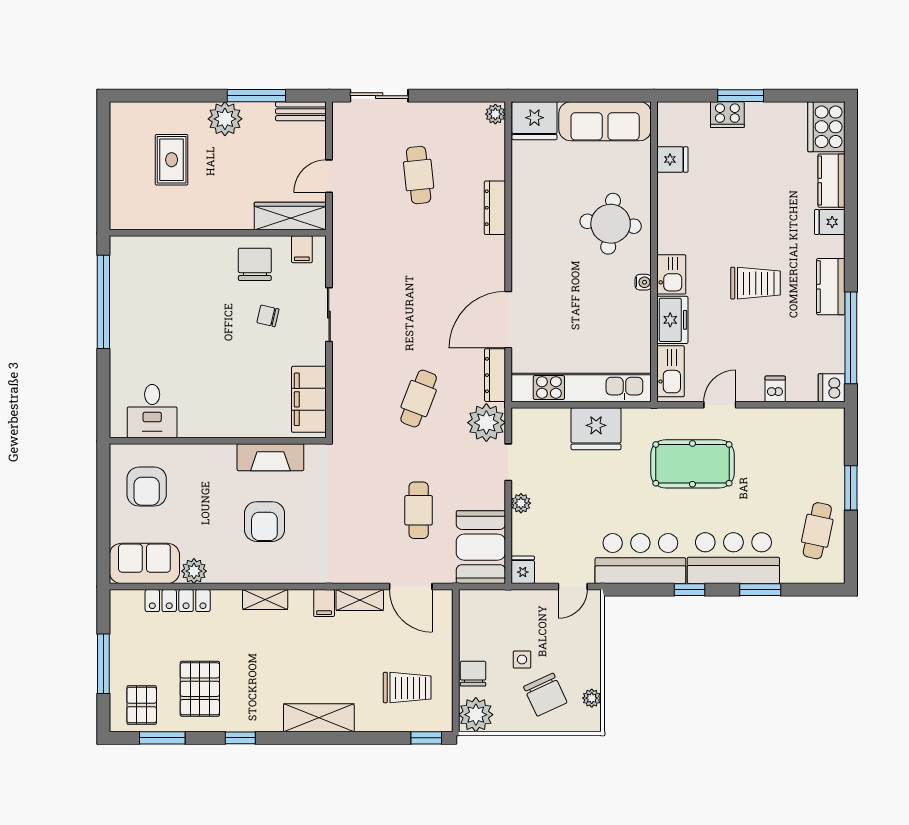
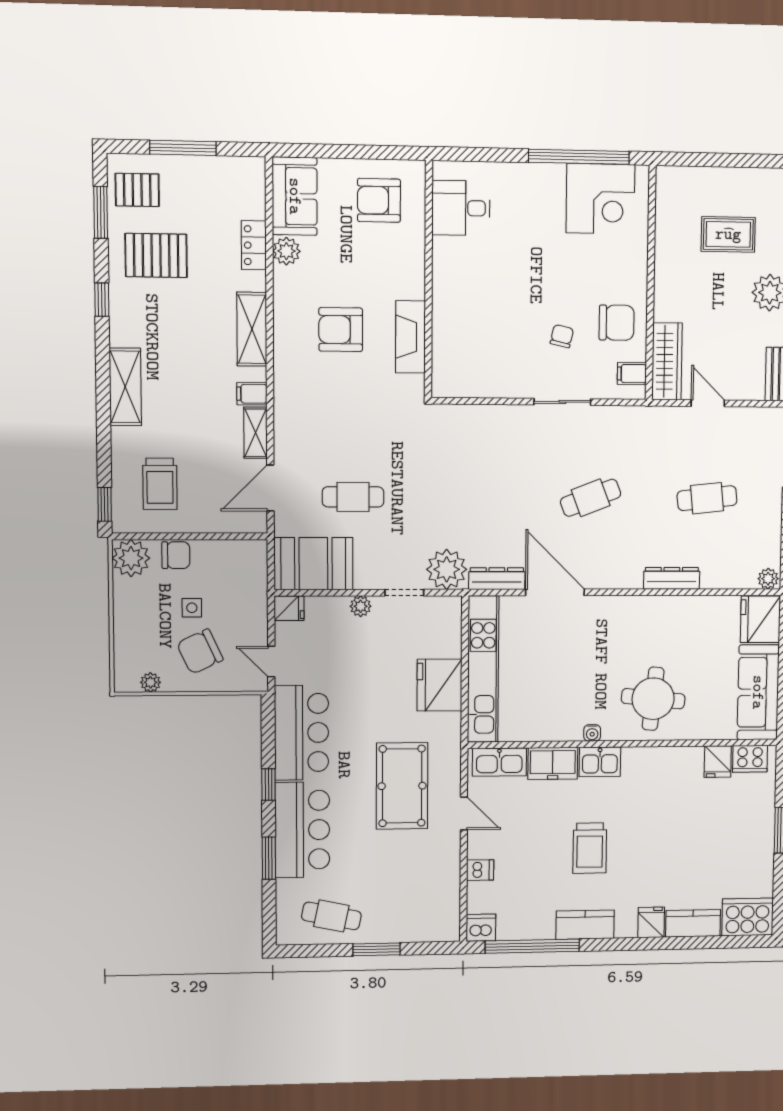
cooker: (727, 115) -> (750, 759), moved, turned -90
corner desk: (141, 281) -> (601, 199), added
filing cabinet: (309, 399) -> (472, 379), removed
cafe table: (419, 399) -> (591, 498), moved, turned -42
shelving: (265, 599) -> (252, 329), width x1.50, depth x1.33
locker: (178, 601) -> (254, 245), width x0.66
chair: (545, 695) -> (200, 652), moved

